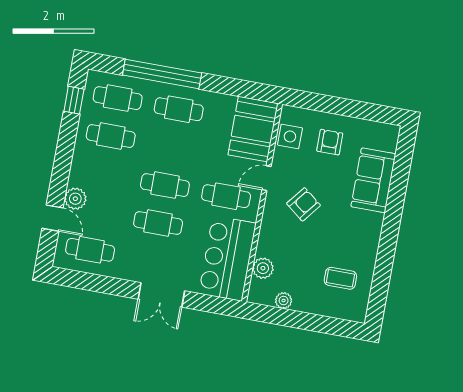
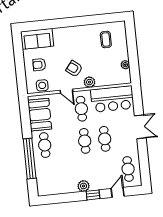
cafe table: (118, 98) -> (48, 177), removed
window: (74, 100) -> (93, 195), moved
booth: (253, 129) -> (40, 115), moved, turned 90
cafe table: (111, 136) -> (68, 175), removed
sofa: (373, 180) -> (37, 39), moved
plant: (75, 199) -> (84, 186), moved
plant: (263, 268) -> (89, 82), moved

